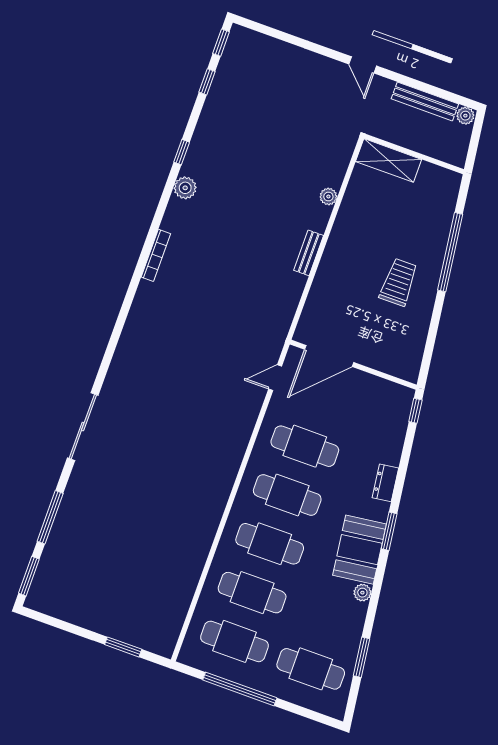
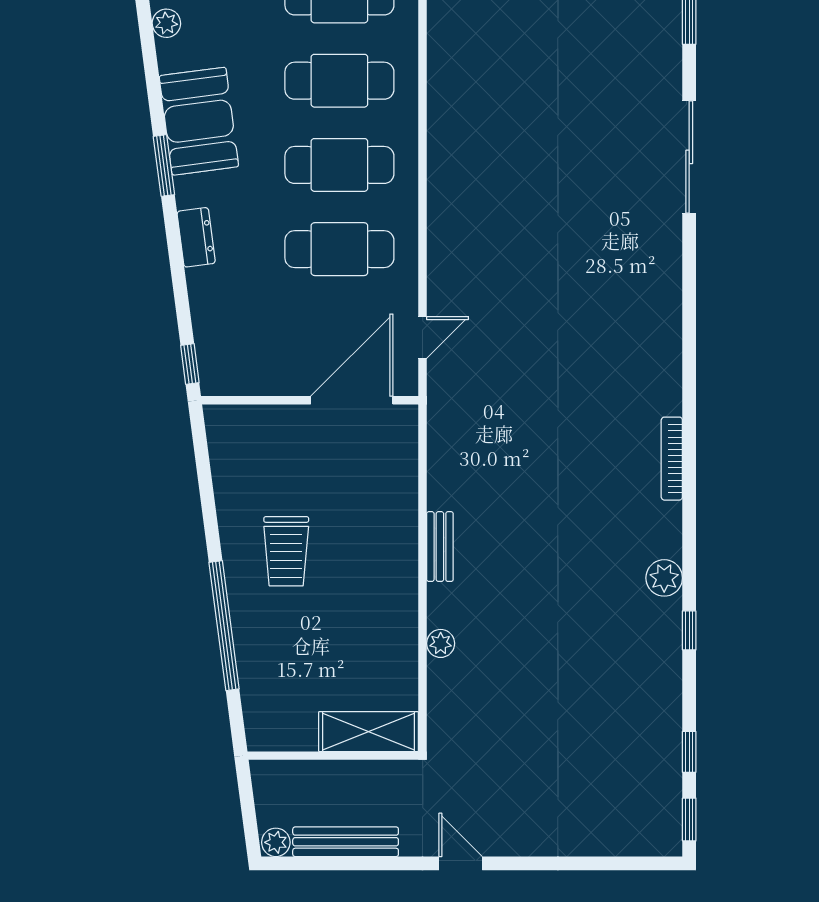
plant: (362, 593) -> (166, 23), moved

